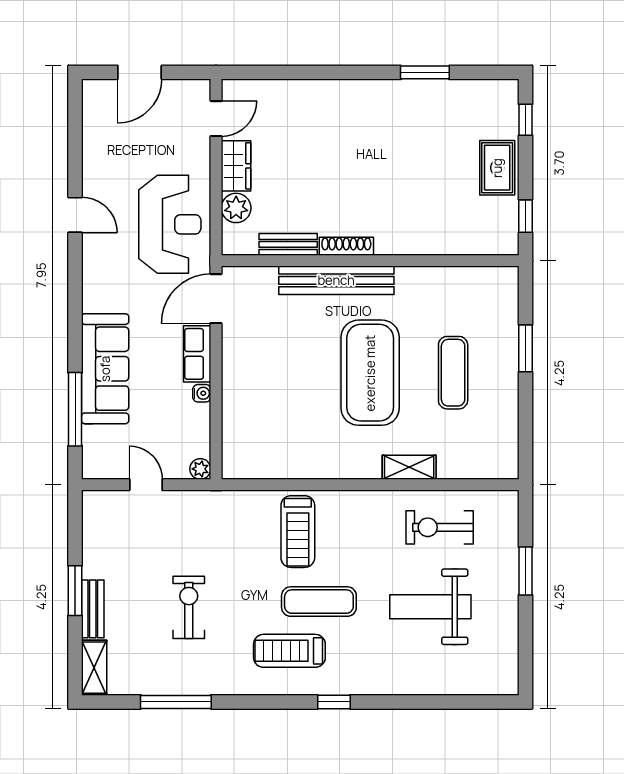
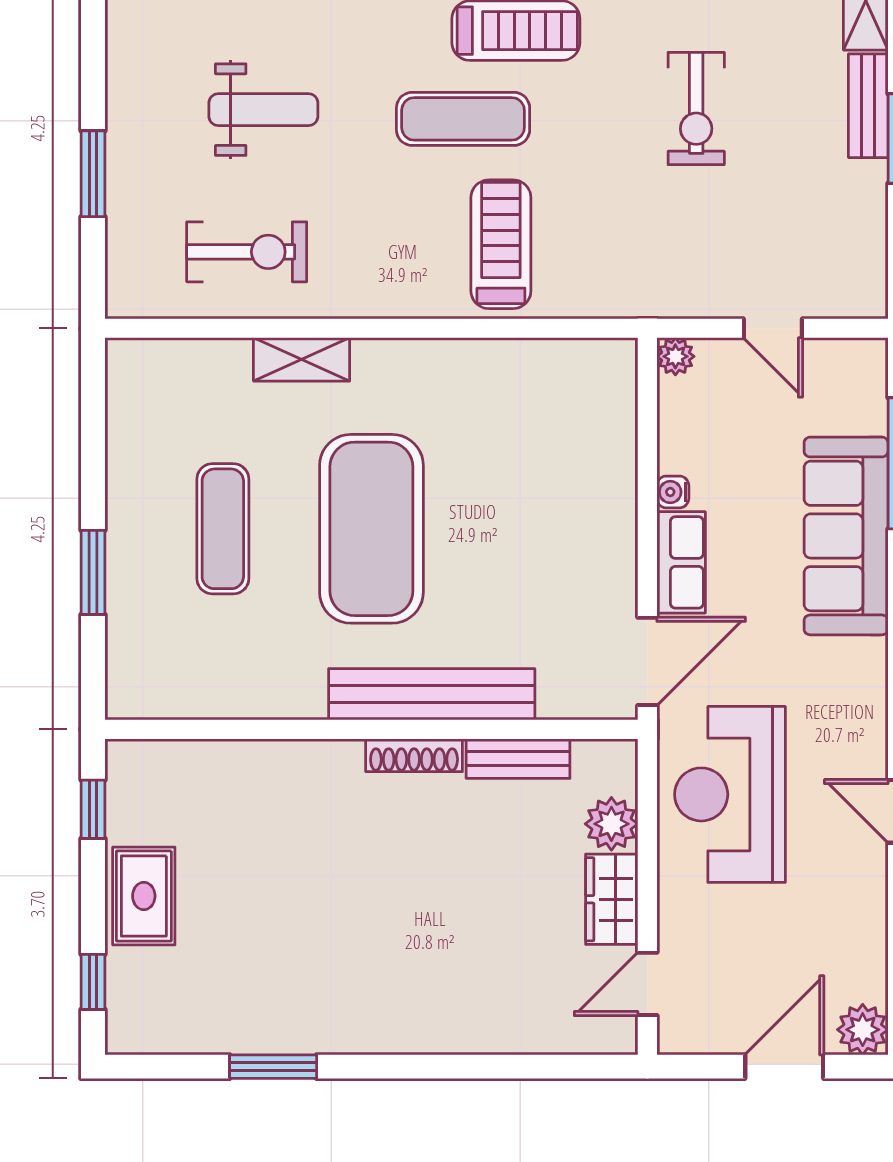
plant: (96, 93) -> (863, 1030), added
weight bench: (430, 607) -> (263, 110), width x0.73, depth x0.75

